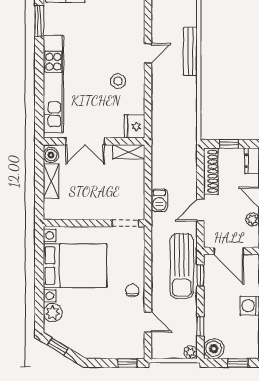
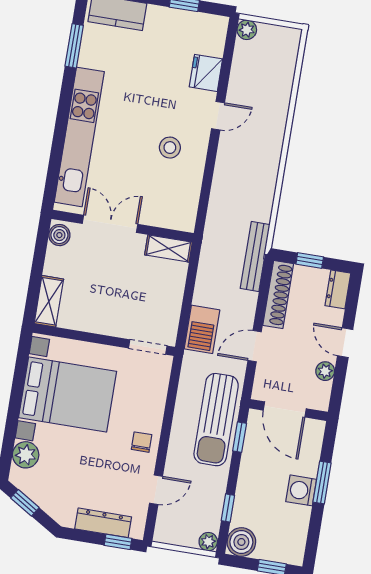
bench: (190, 51) -> (255, 257), moved
fridge: (135, 126) -> (206, 73), moved
double door: (85, 141) -> (110, 224), swing flipped
shelving: (51, 181) -> (49, 301), moved
barbecue: (159, 200) -> (202, 329), width x1.38, depth x1.27
door: (148, 322) -> (156, 490), hinge flipped
dresser: (115, 351) -> (103, 523), added

